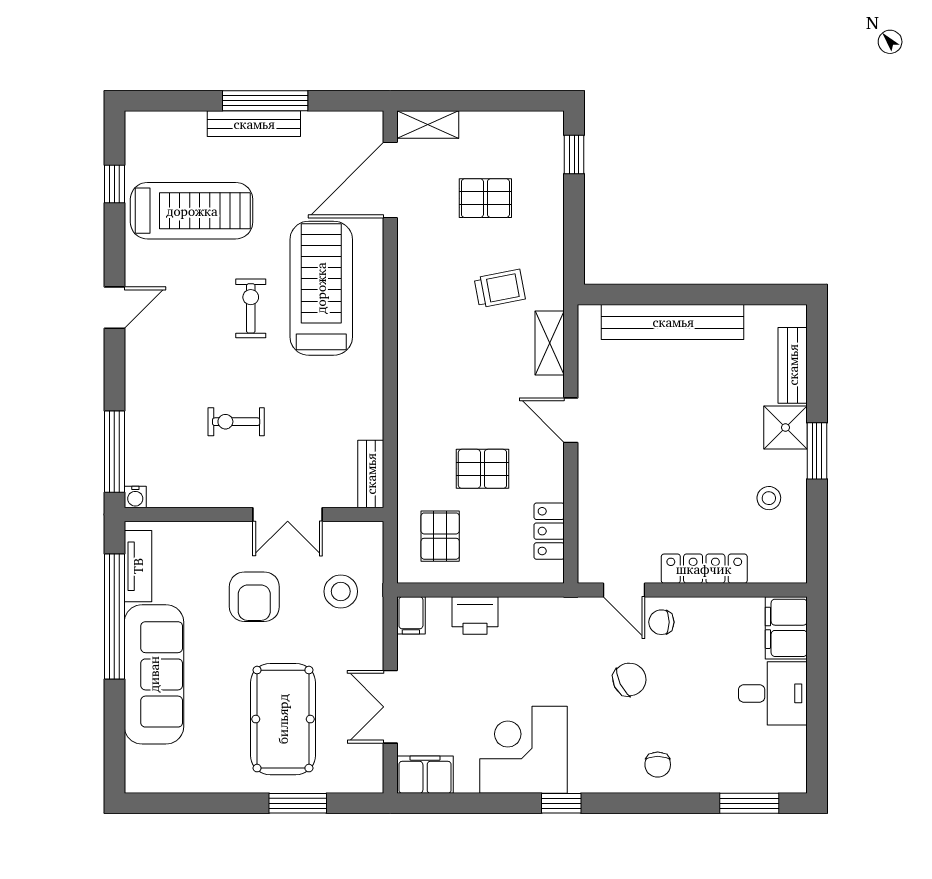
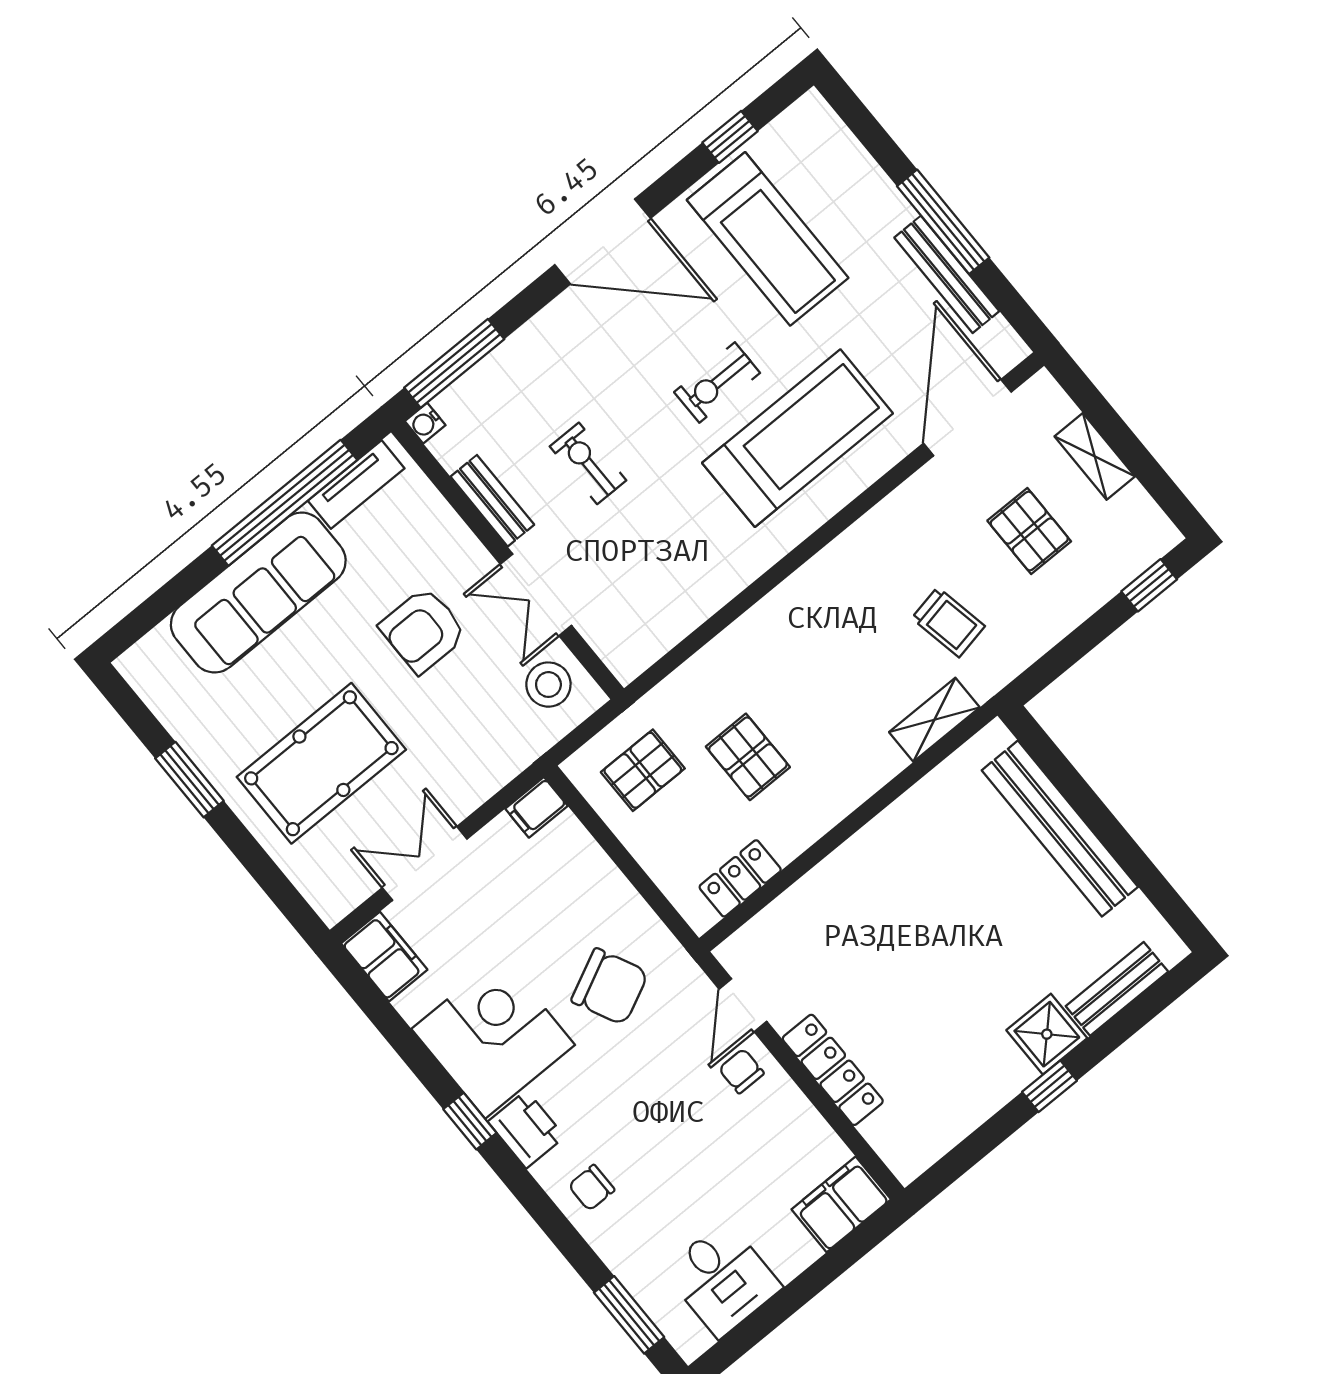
bench: (254, 124) -> (947, 274), moved
shelving: (428, 125) -> (1095, 456), moved
door: (390, 180) -> (967, 418), hinge flipped
door: (114, 308) -> (603, 242), width x1.87
exercise bike: (251, 308) -> (717, 383), turned 180
door: (571, 420) -> (873, 807), removed
window: (817, 451) -> (1049, 1086), width x0.67
bench: (371, 474) -> (492, 501), moved, turned 90
stool: (769, 498) -> (960, 1077), removed
stool: (341, 591) -> (548, 685), moved
printer: (475, 615) -> (526, 1129), moved, turned 180
chair: (629, 679) -> (610, 987), moved, width x1.37, depth x1.37
desk: (773, 693) -> (722, 1279), moved
window: (298, 803) -> (189, 780), moved

